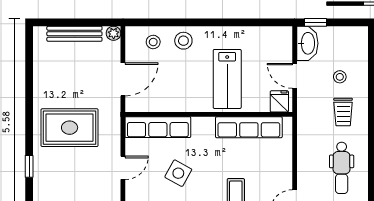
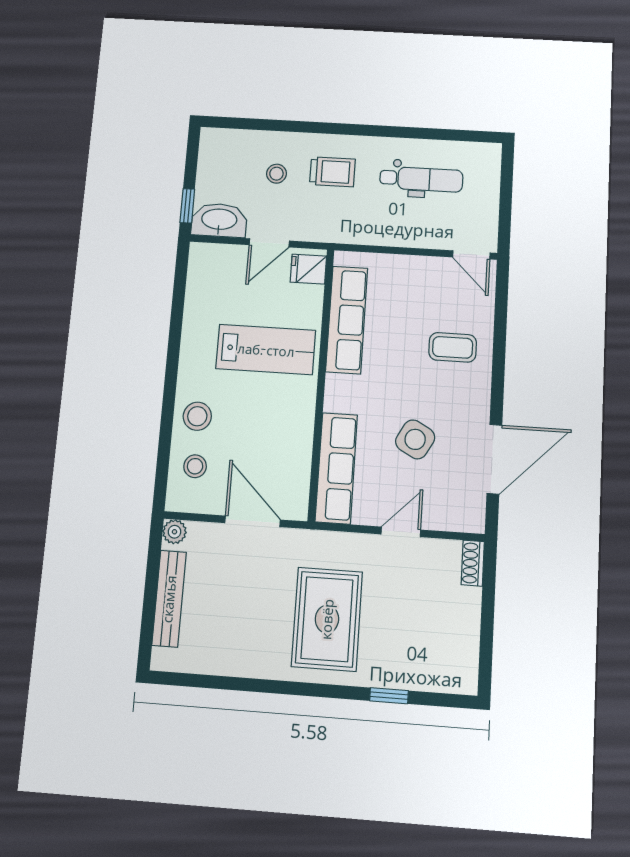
door: (123, 168) -> (401, 532), hinge flipped

